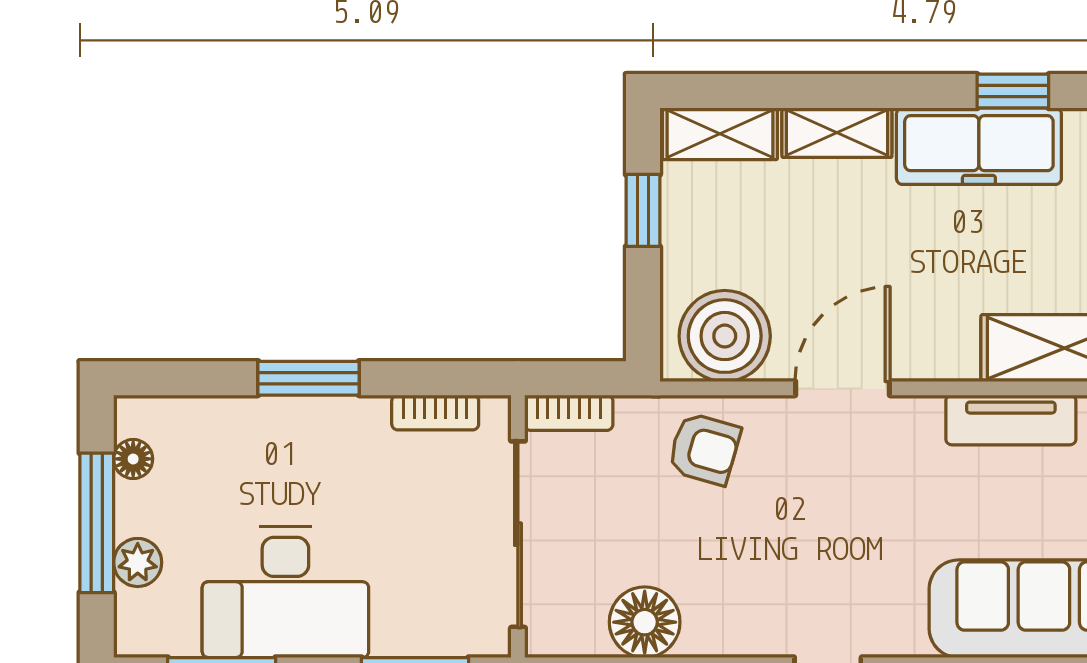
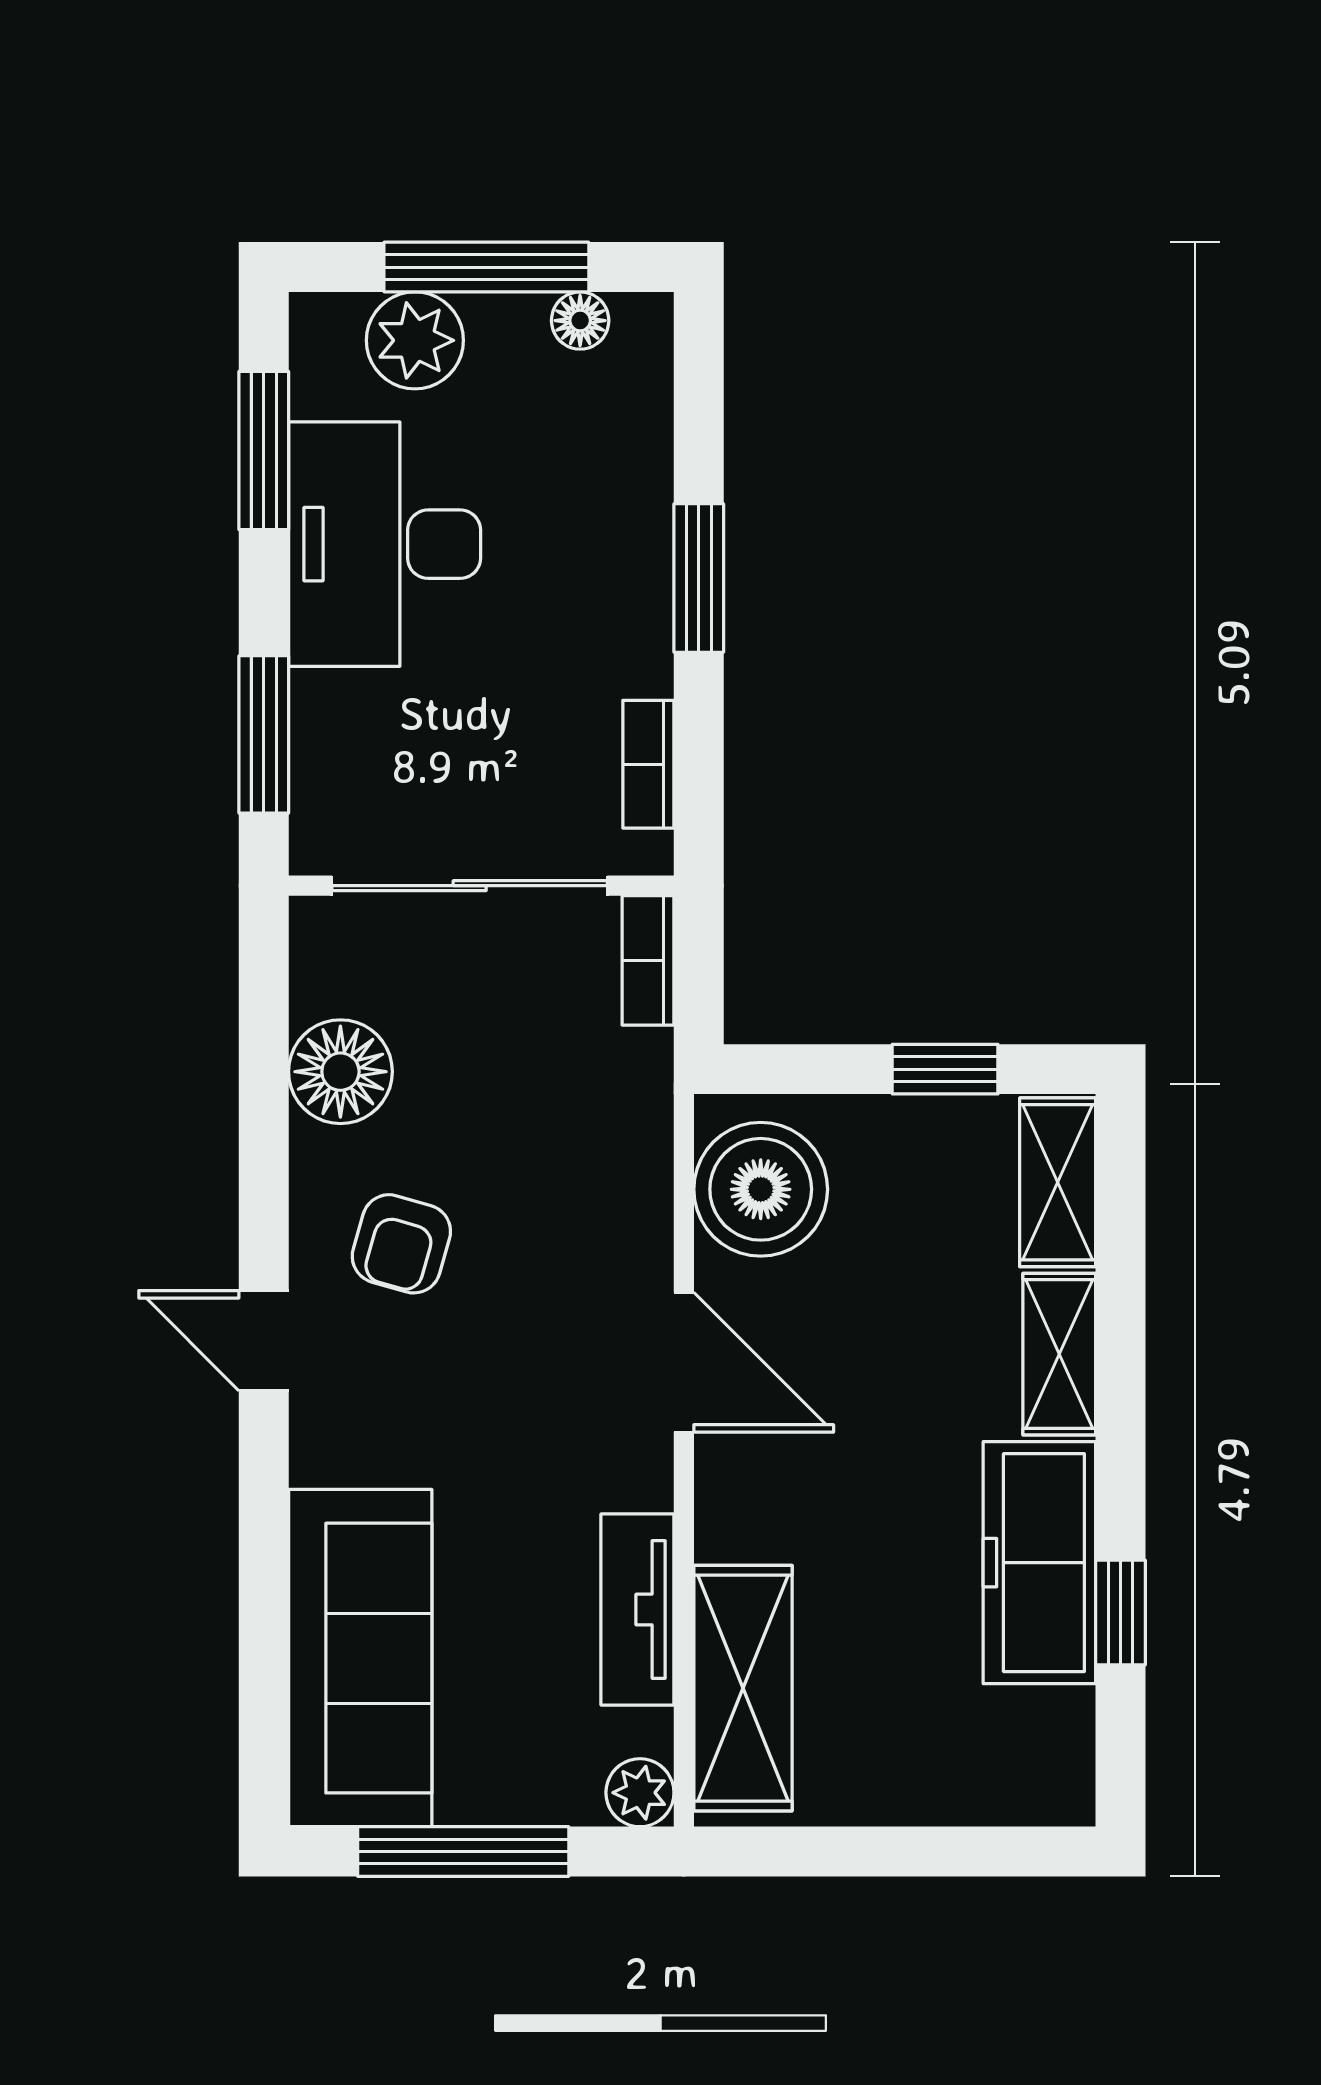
armchair: (704, 449) -> (401, 1244), moved
plant: (138, 562) -> (415, 340), width x1.38, depth x1.38

